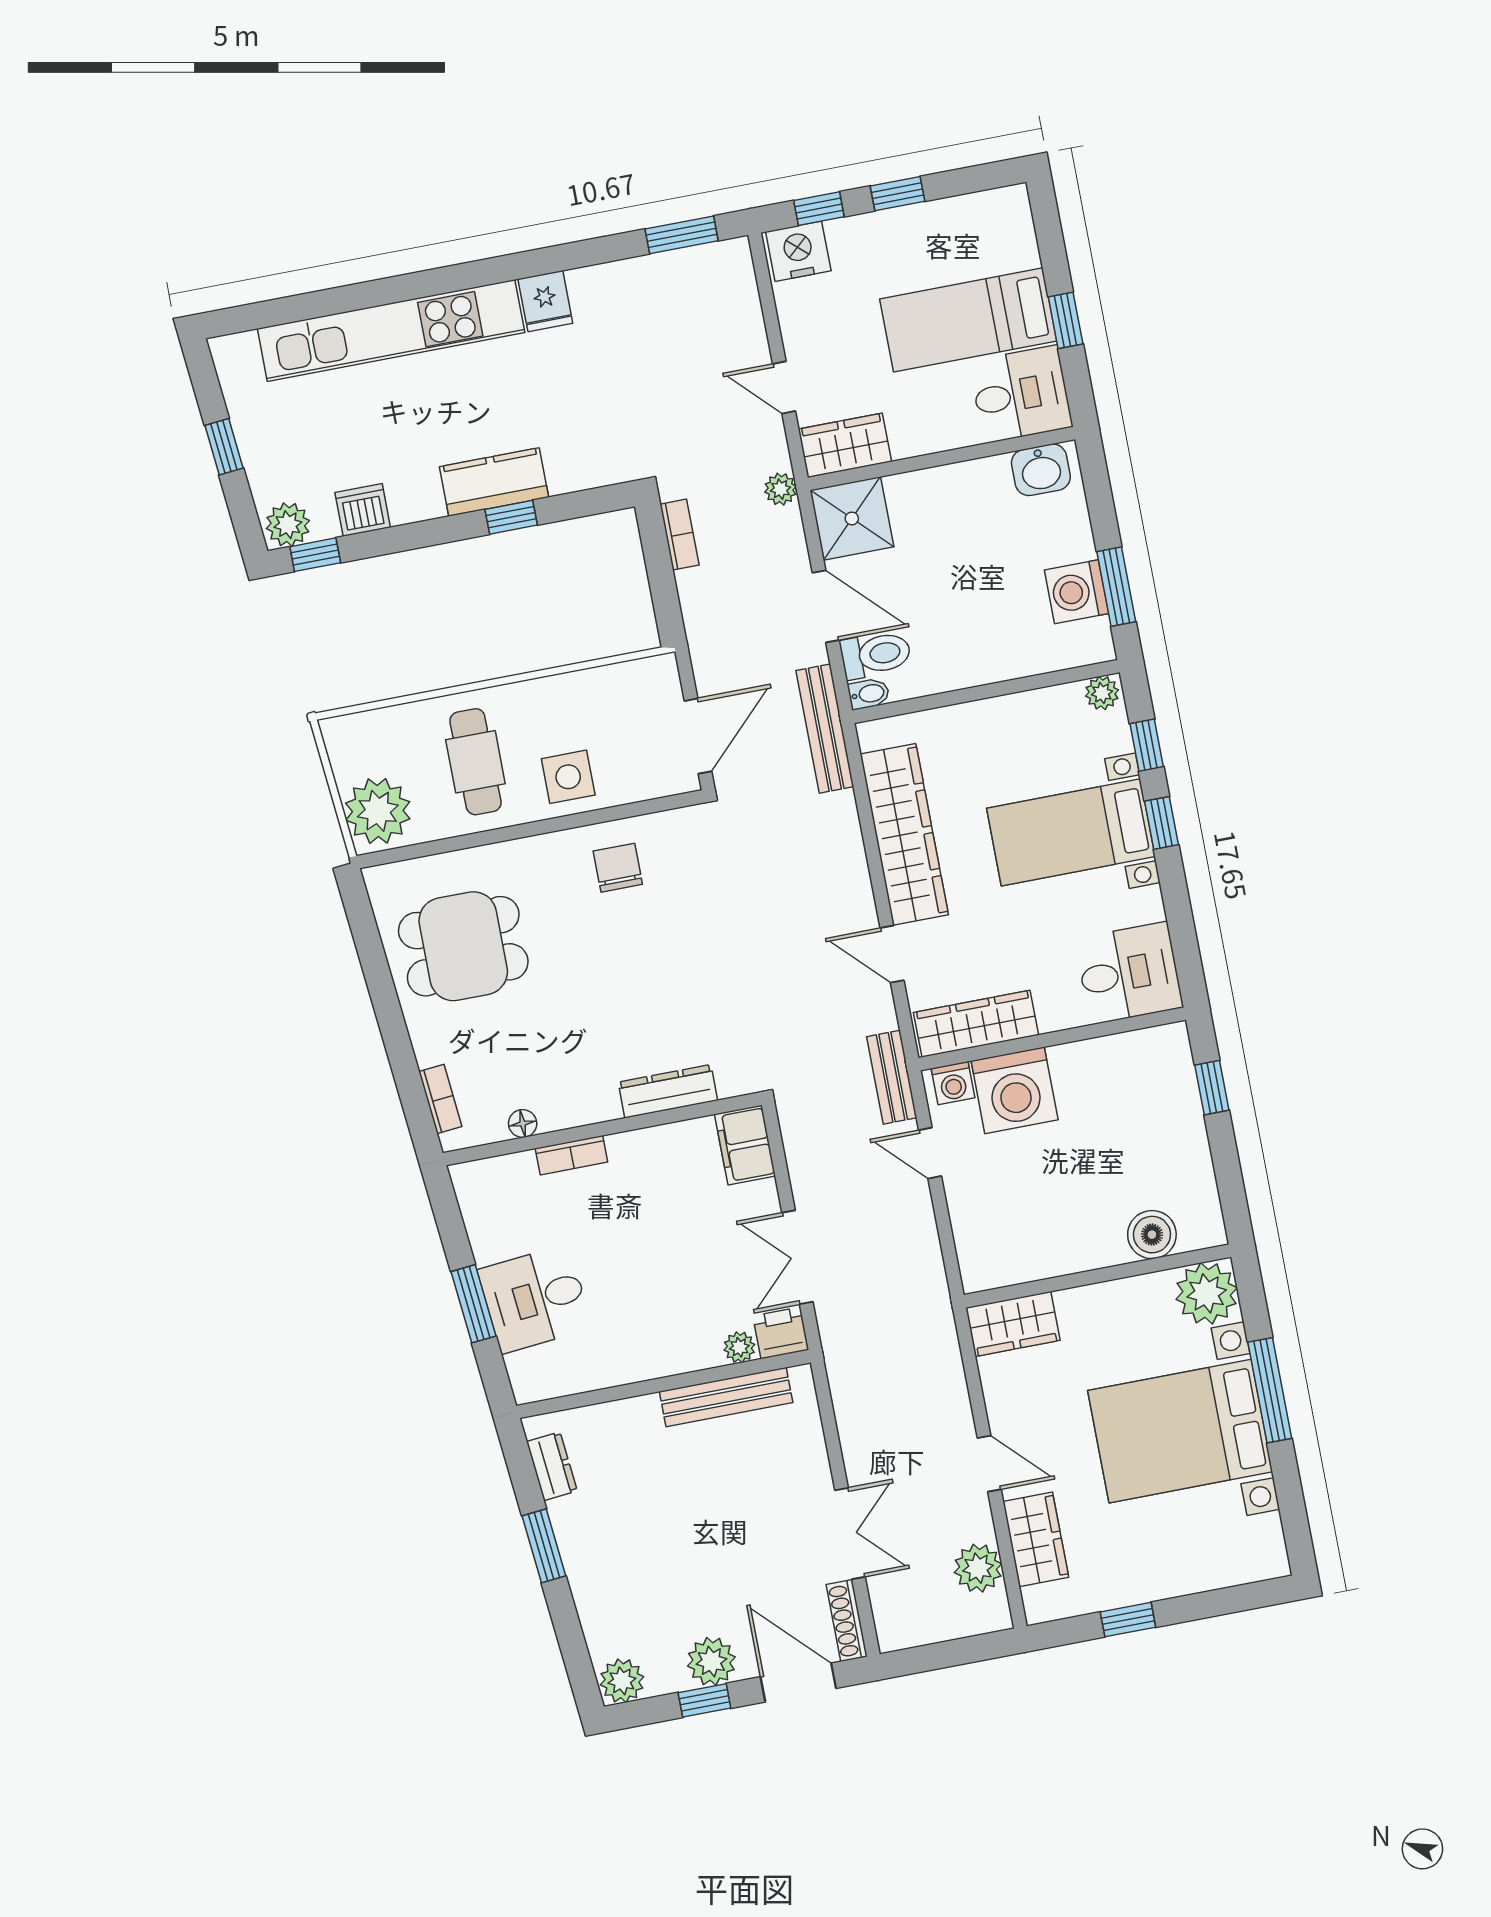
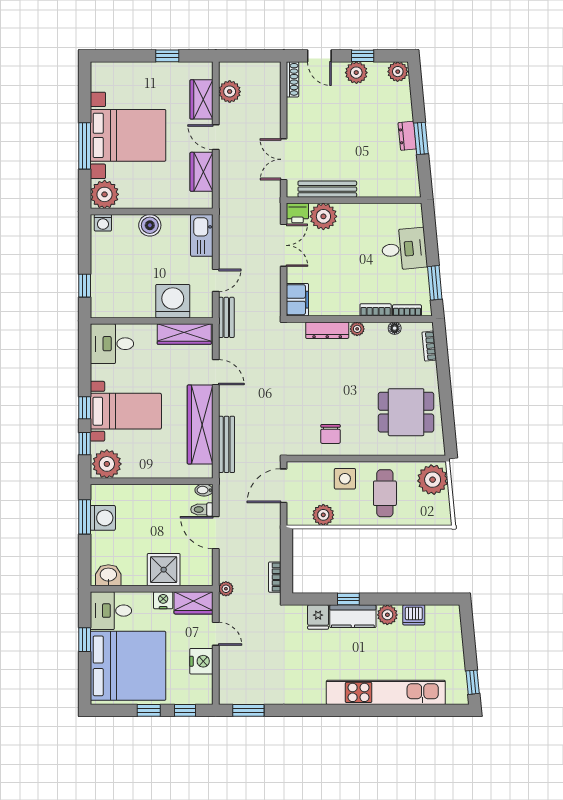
nightstand: (798, 251) -> (201, 661), moved, turned -90
fridge: (545, 301) -> (318, 617), moved, turned 180
bed: (968, 320) -> (128, 666), width x2.04
nightstand: (912, 438) -> (163, 600), added
window: (224, 447) -> (473, 682), moved
shower: (852, 518) -> (164, 570), moved
plant: (288, 525) -> (387, 615), moved
window: (315, 555) -> (439, 599), removed
toilet: (876, 655) -> (202, 509), width x0.73, depth x0.72
plant: (600, 689) -> (323, 515), added
plant: (1102, 693) -> (107, 464), width x1.88, depth x1.88
bench: (825, 729) -> (227, 444), moved
washing machine: (953, 1083) -> (103, 223), moved, turned 180
plant: (603, 1106) -> (357, 329), added
door: (930, 1153) -> (216, 280), hinge flipped
bookcase: (503, 1167) -> (407, 310), added
boiler: (1152, 1235) -> (150, 225), moved
kitchen sink: (979, 1245) -> (202, 235), added
window: (473, 1304) -> (435, 283), moved
wardrobe: (1013, 1324) -> (202, 172), moved, turned -90
plant: (739, 1347) -> (323, 216), width x1.88, depth x1.88
dresser: (552, 1466) -> (407, 136), moved
double door: (850, 1533) -> (284, 159), moved
door: (798, 1683) -> (319, 56), width x0.73

